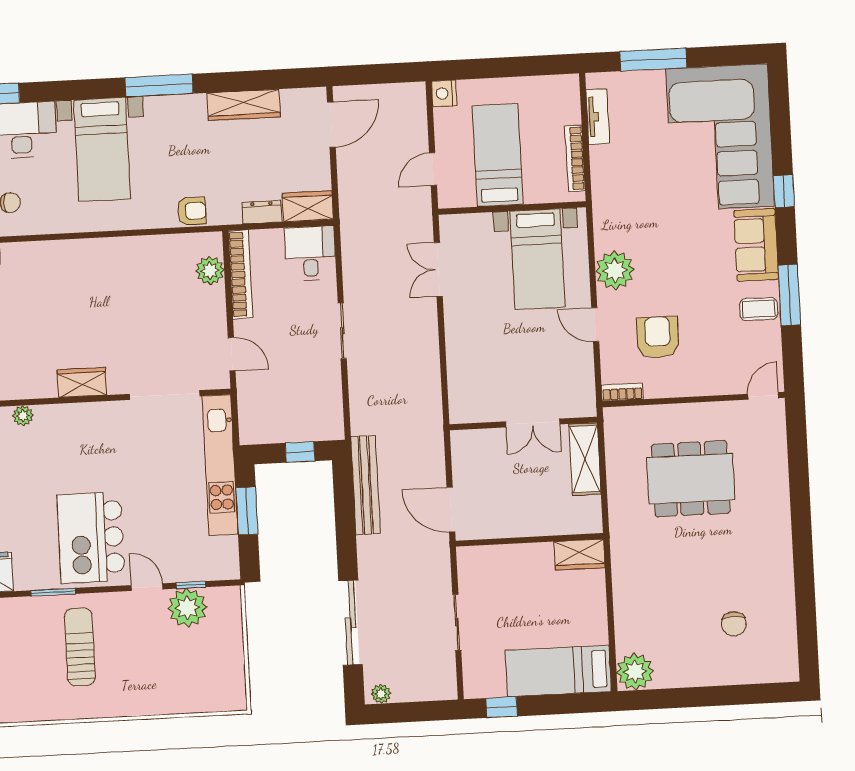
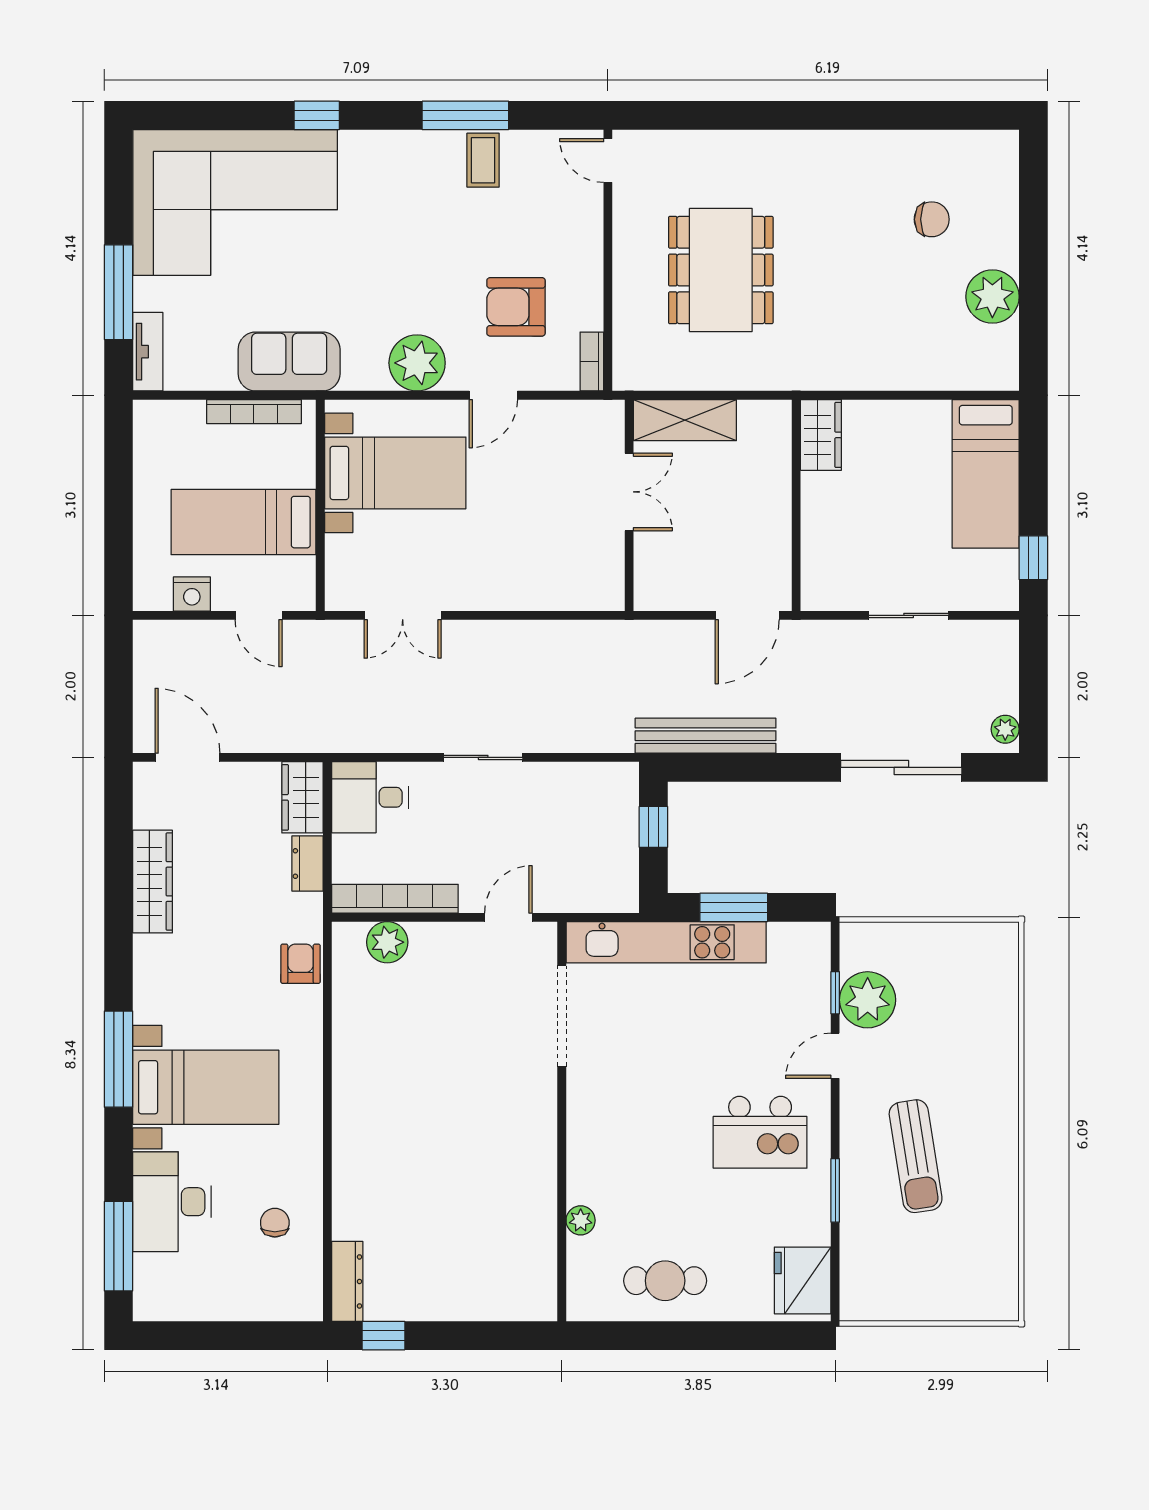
window: (159, 85) -> (119, 1059), moved
nightstand: (444, 93) -> (192, 594), moved
tv unit: (598, 117) -> (148, 352), moved, turned 90
sofa: (756, 245) -> (289, 362), moved, turned 180
wardrobe: (82, 382) -> (538, 1133), removed
kitchen island: (91, 538) -> (760, 1132), width x0.73, depth x0.78
sun lounger: (80, 647) -> (916, 1156), turned -99
plant: (635, 672) -> (992, 297), moved

